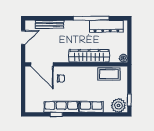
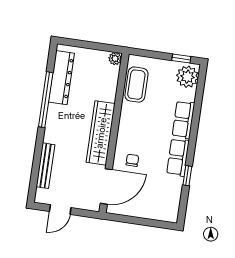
door: (23, 38) -> (60, 210), swing flipped
wardrobe: (89, 56) -> (101, 133), moved
row of seats: (61, 107) -> (178, 157), width x0.68

